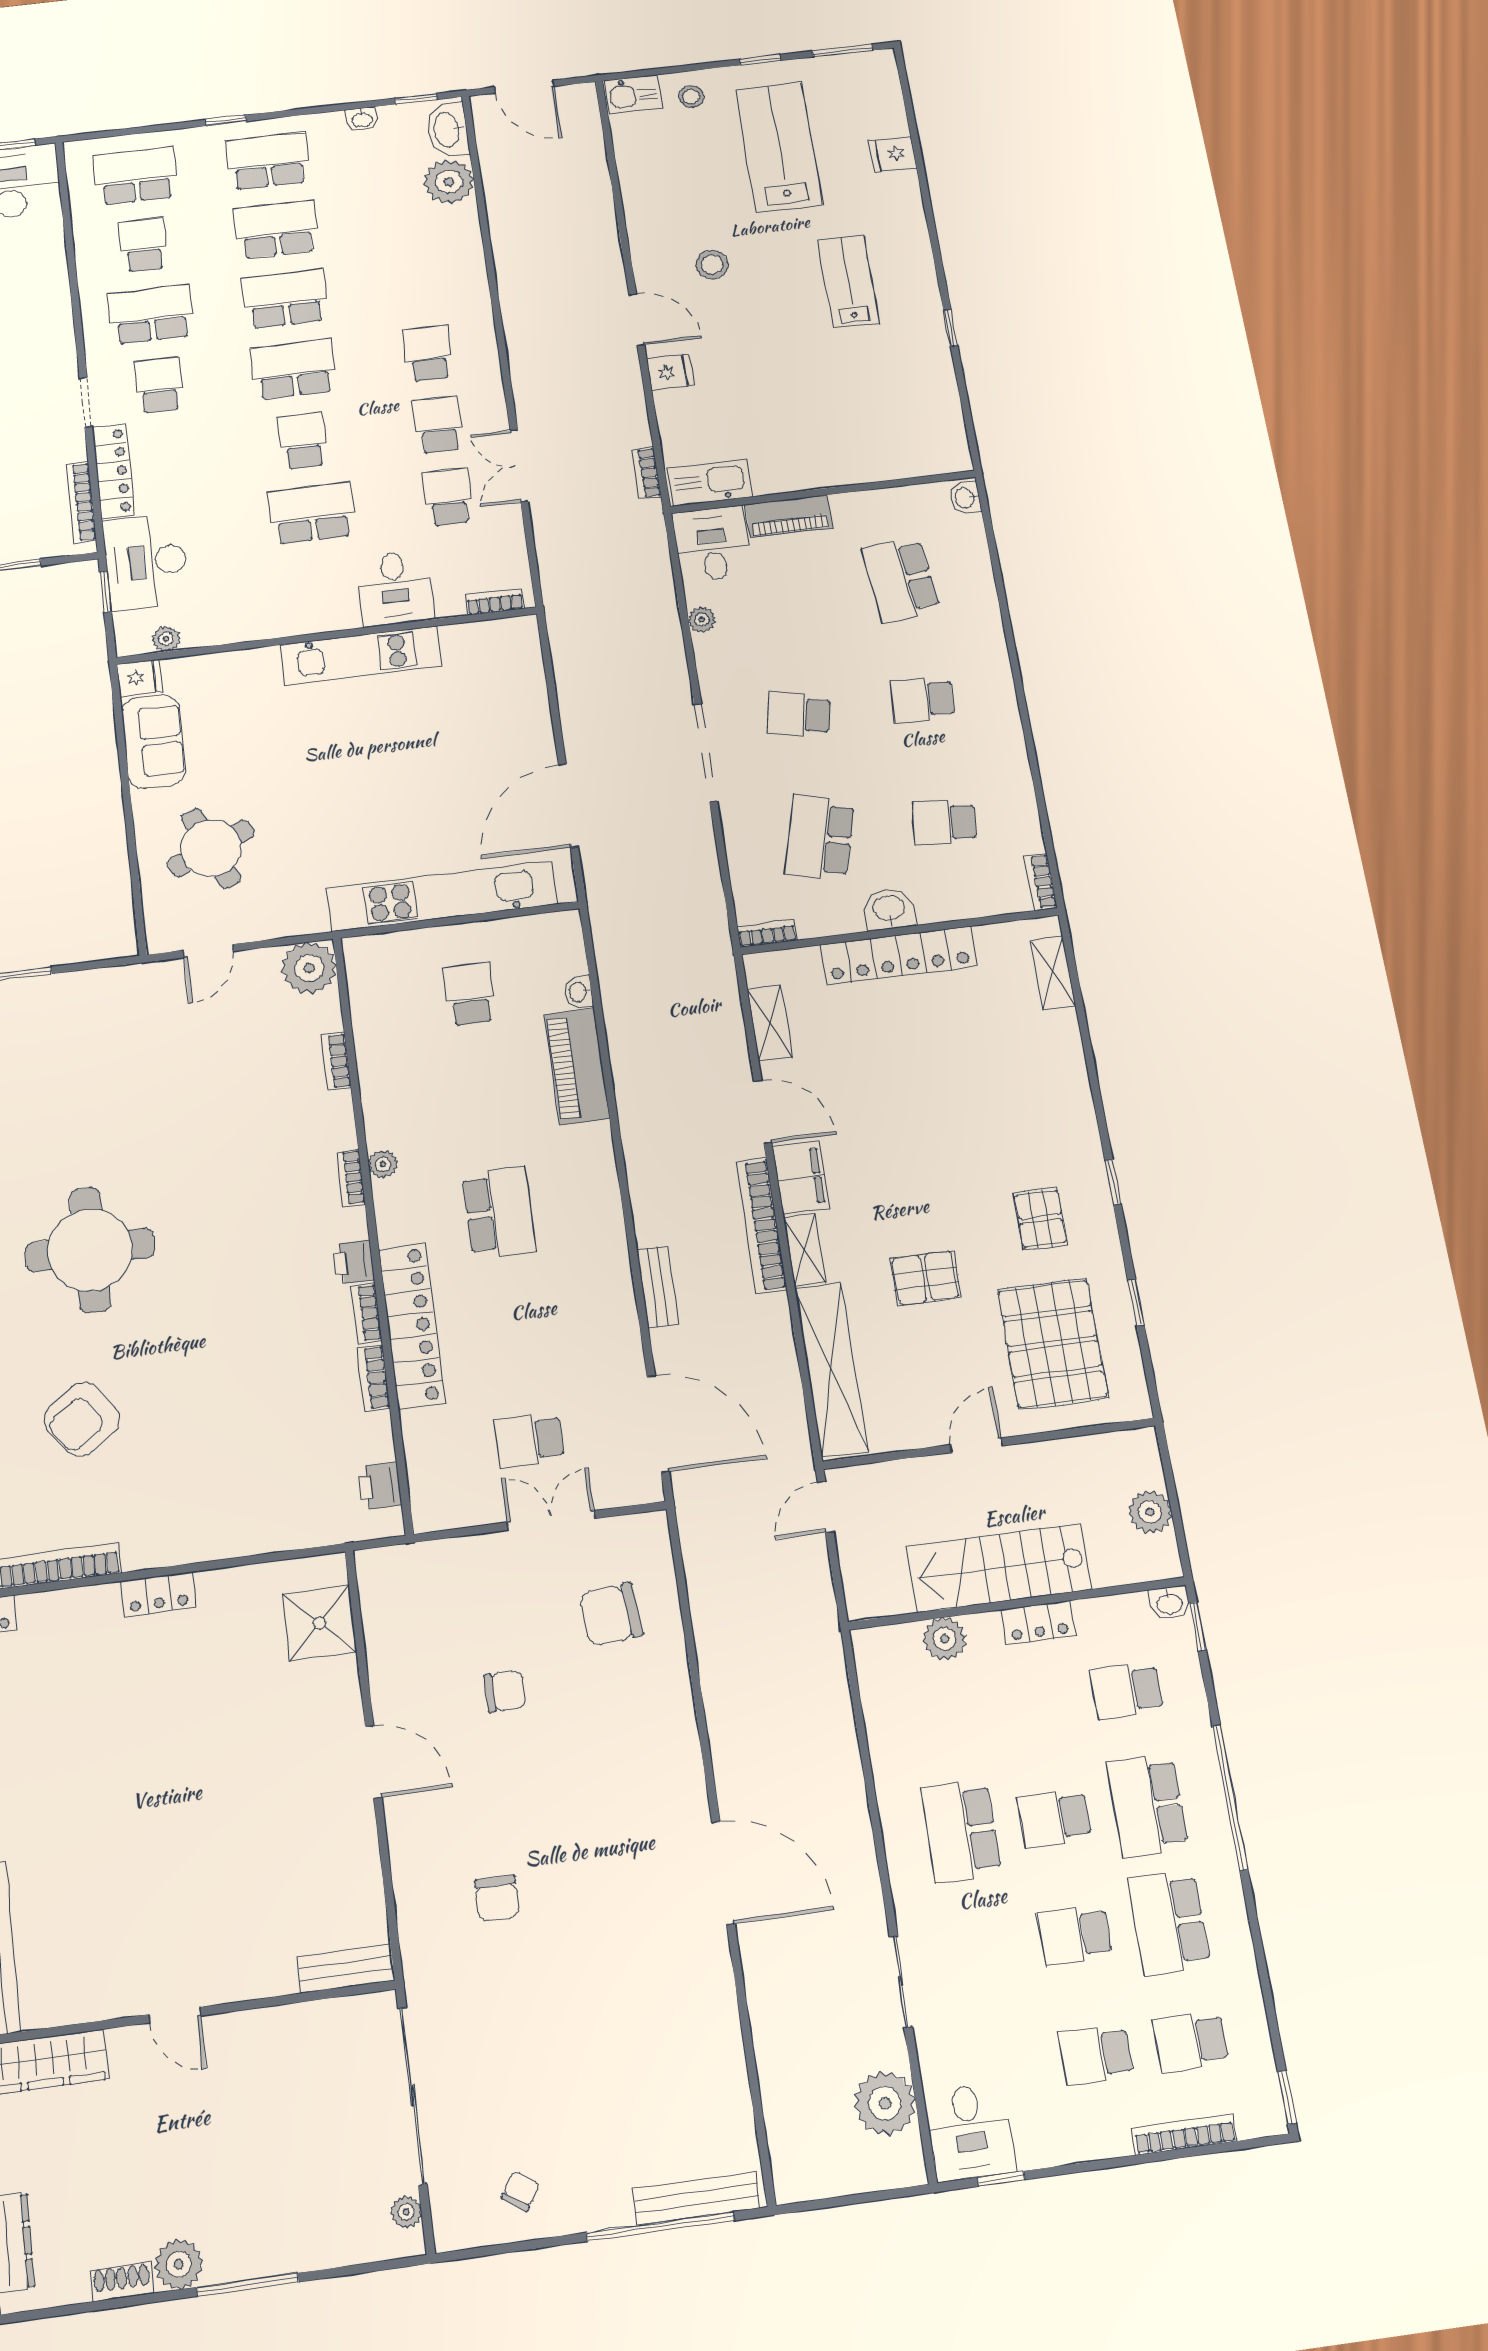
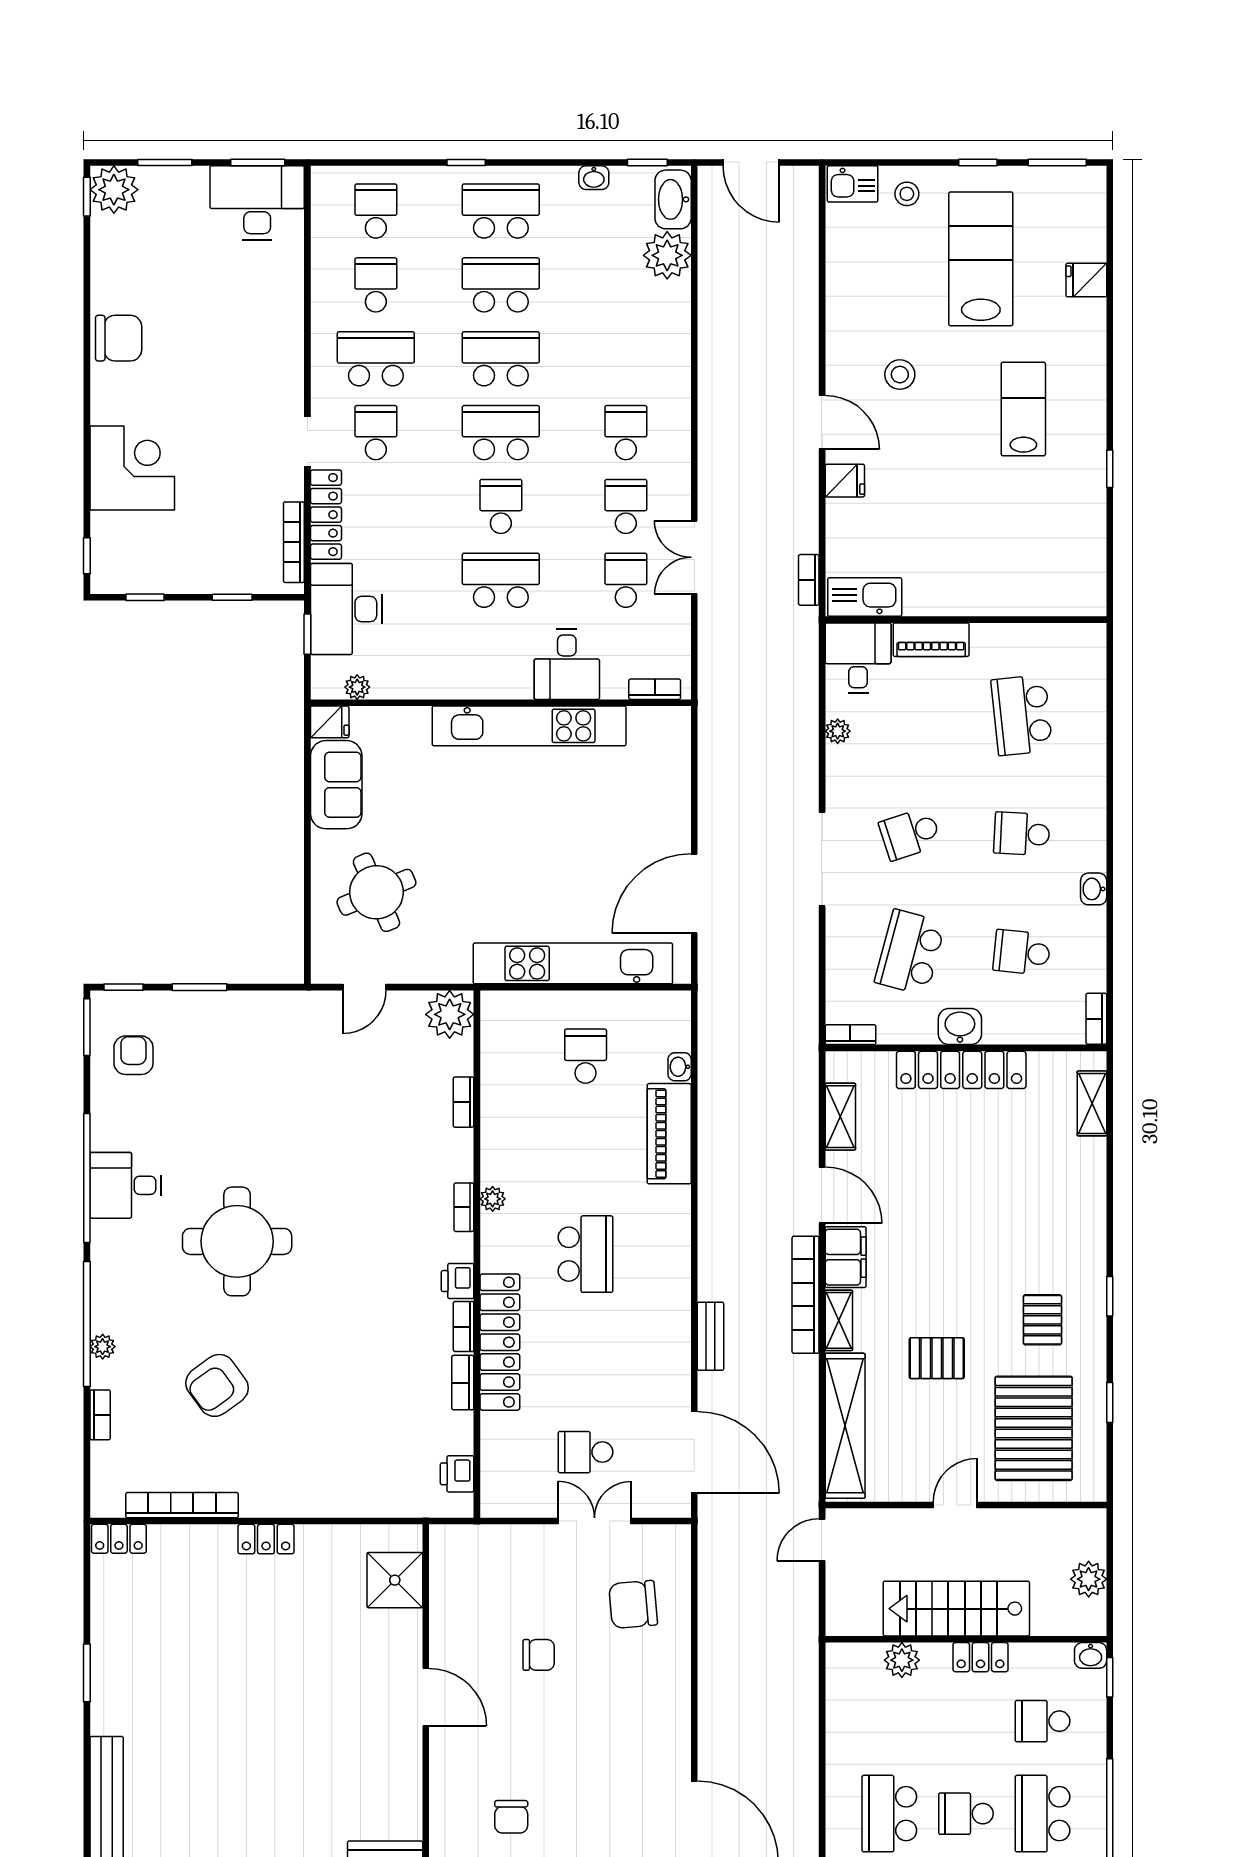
school desk: (136, 176) -> (376, 211), width x0.54
washbasin: (965, 498) -> (1094, 889), moved
kitchen unit: (361, 655) -> (529, 726), width x1.36
school desk: (799, 714) -> (910, 834), turned -30

